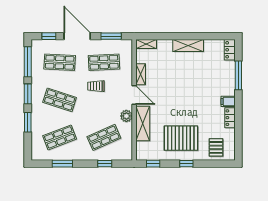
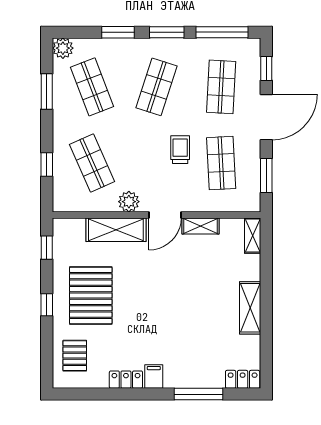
pallet: (216, 147) -> (75, 356), turned 90
plant: (37, 154) -> (63, 48), added

